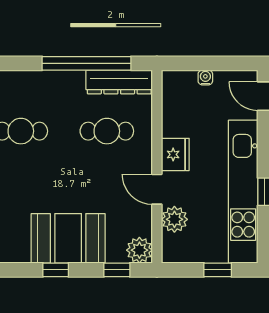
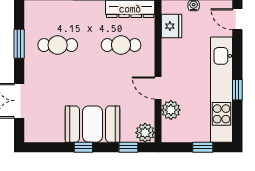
fridge: (175, 154) -> (171, 26), moved

